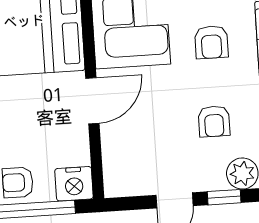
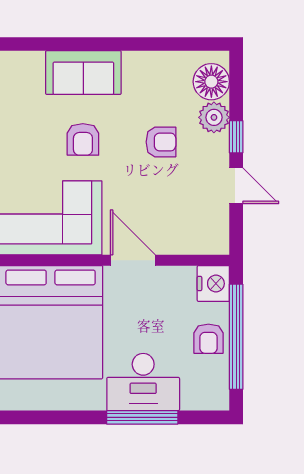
armchair: (211, 42) -> (83, 139), turned 90

